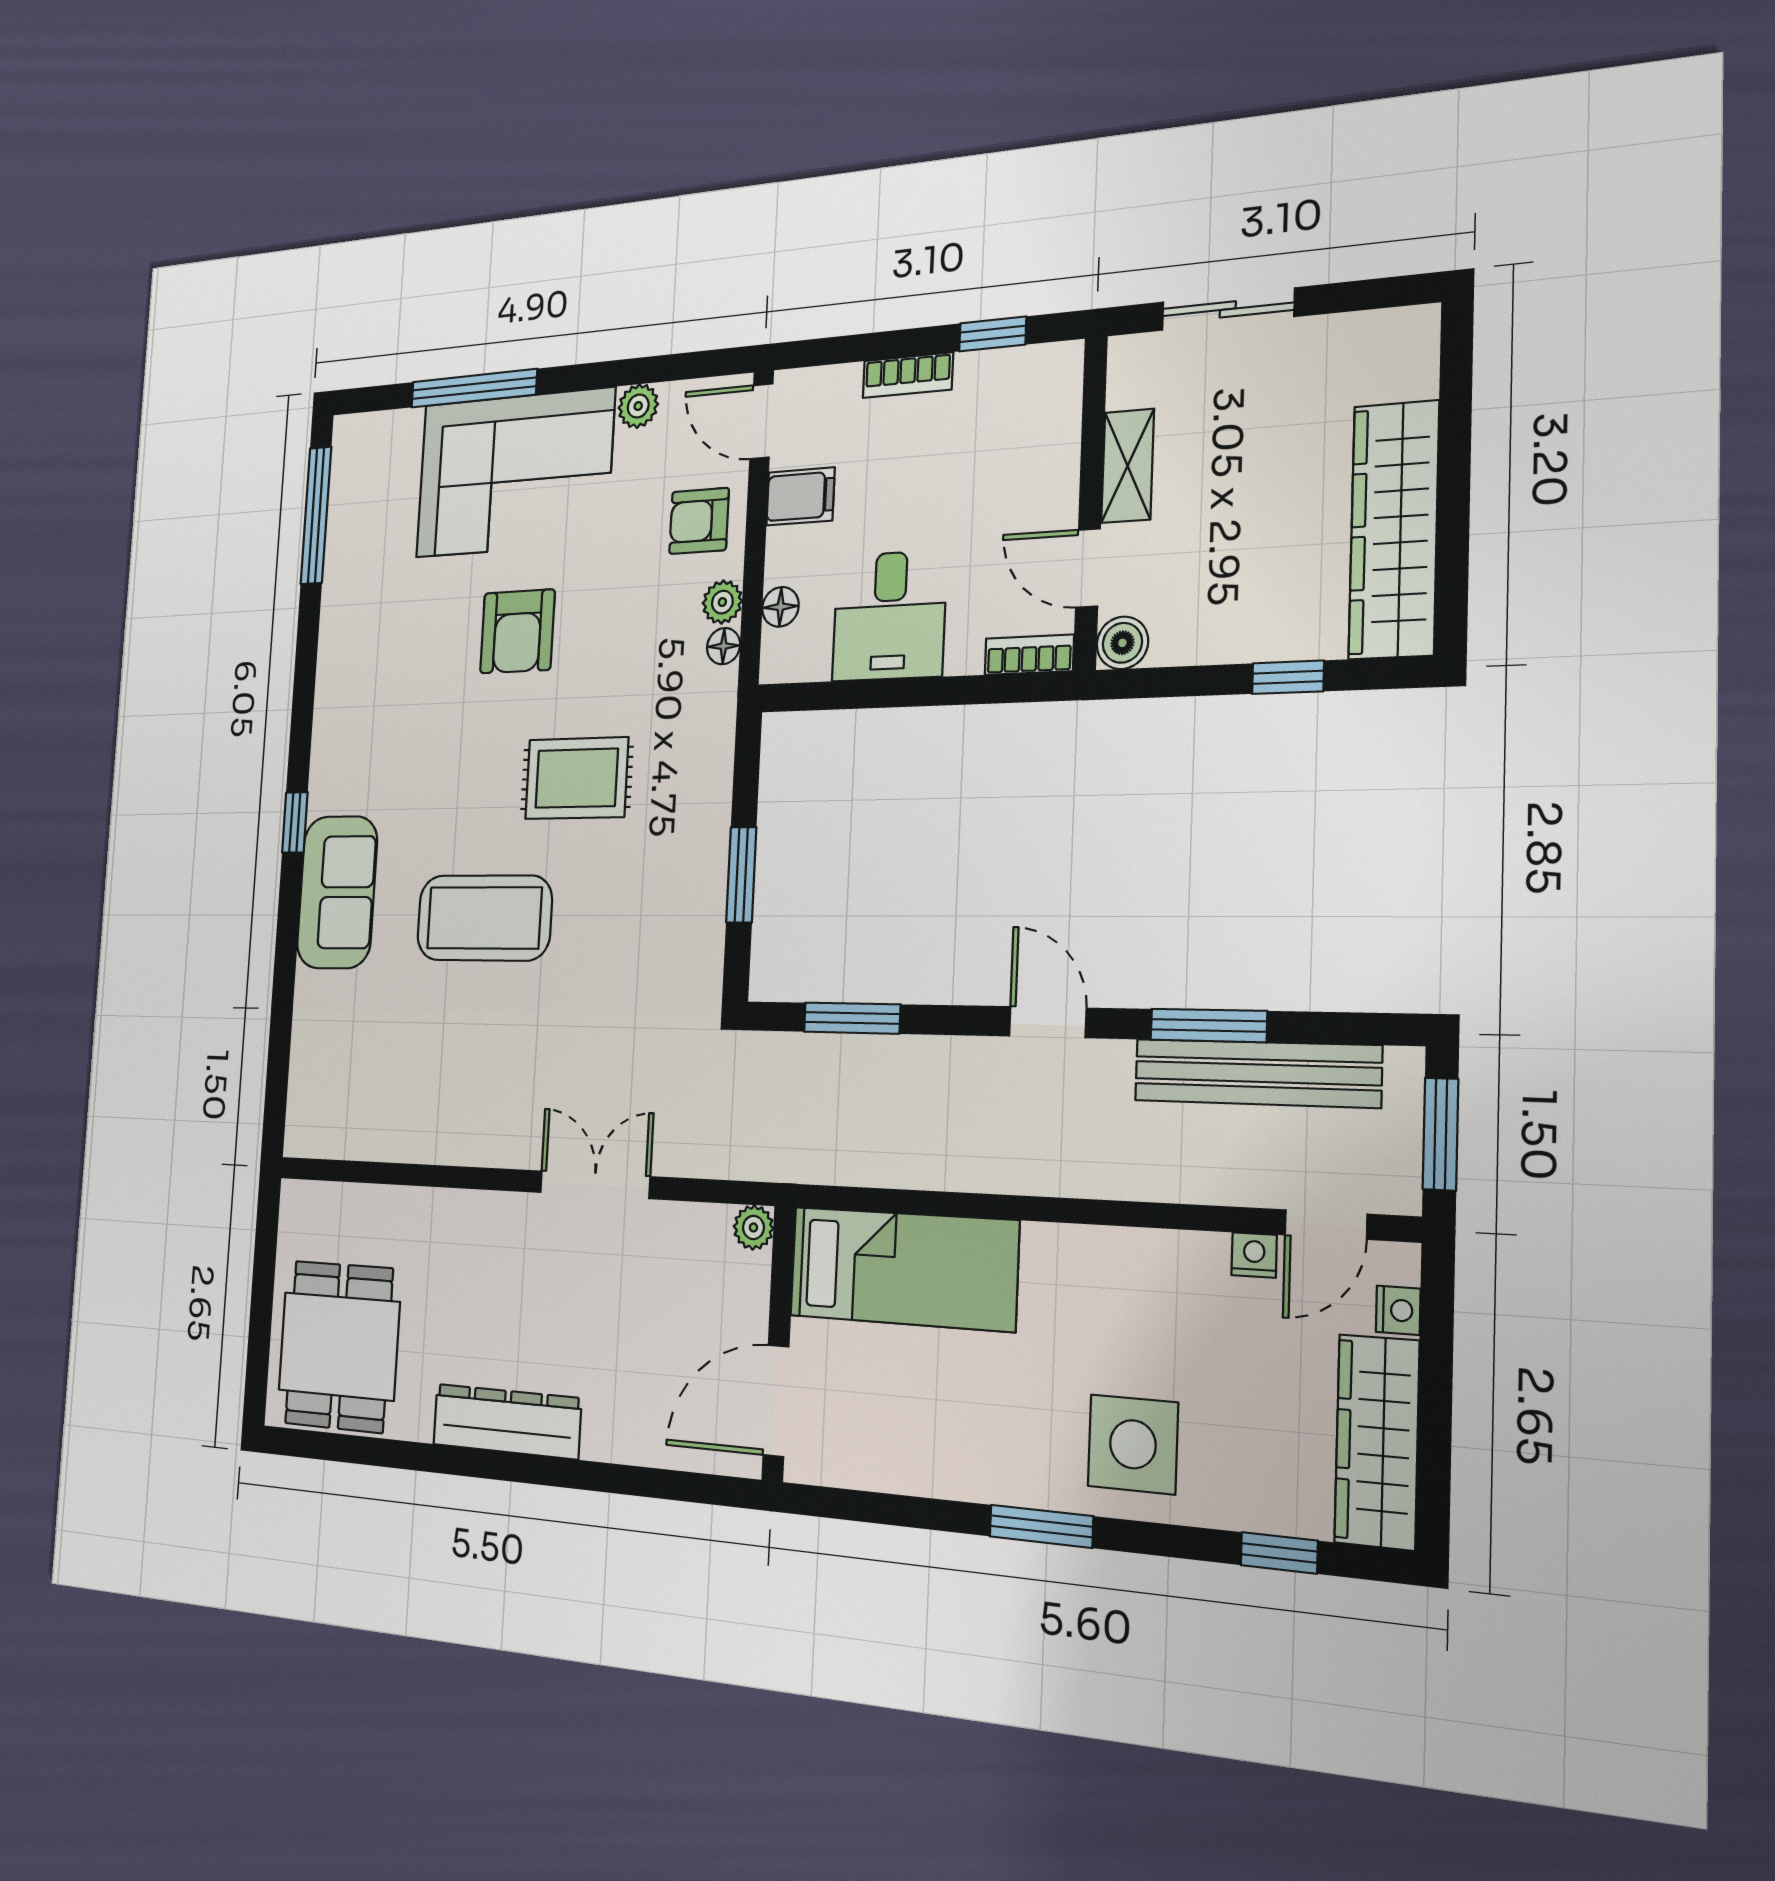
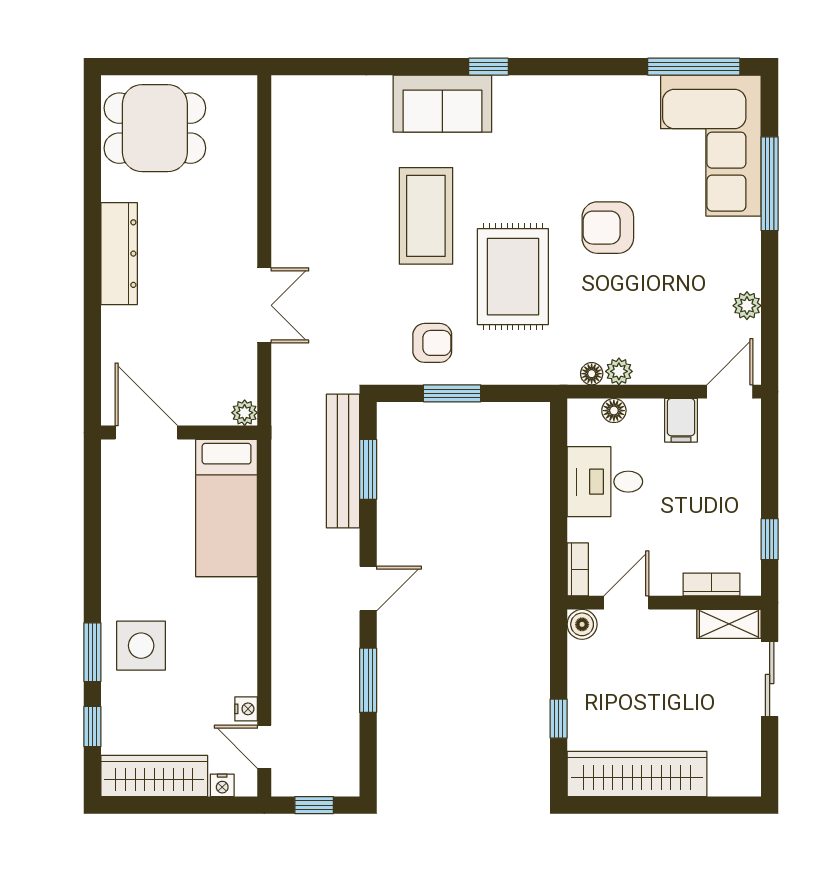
bookcase: (908, 375) -> (711, 584), moved, turned 90
shelving: (1128, 466) -> (729, 624), moved
corner sofa: (514, 473) -> (711, 146), moved
armchair: (699, 521) -> (432, 343), moved, turned 90
rug: (577, 778) -> (513, 277), width x1.36, depth x1.43
bench: (1257, 1073) -> (343, 461), moved
window: (1441, 1134) -> (314, 805), width x0.67
window: (1041, 1526) -> (92, 652), moved

